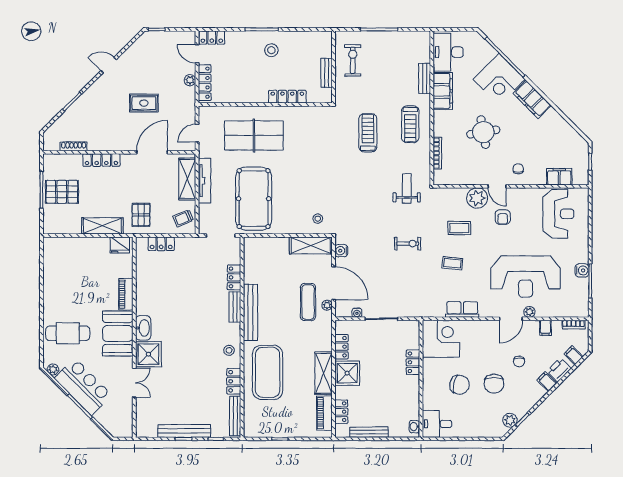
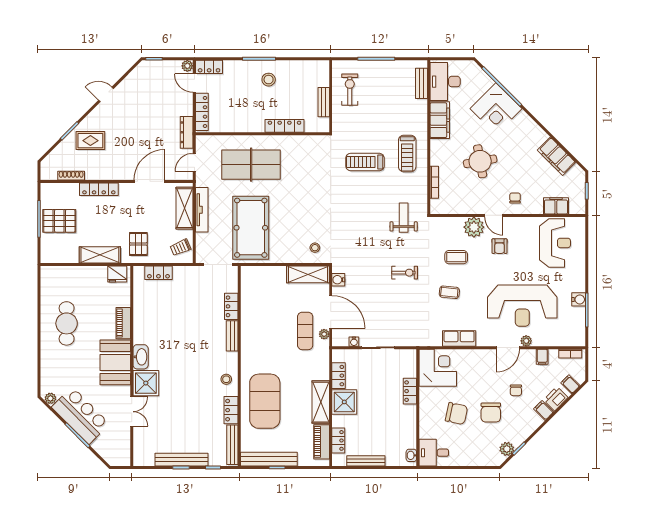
bench: (425, 78) -> (422, 83), moved
plant: (190, 80) -> (187, 66), moved
filing cabinet: (532, 99) -> (556, 156), moved
rug: (144, 103) -> (90, 141), moved
dresser: (189, 103) -> (187, 132), added
treadmill: (368, 133) -> (365, 162), turned -90
bench: (250, 312) -> (269, 459), moved, turned 90
cafe table: (68, 333) -> (67, 323), moved, turned 90

